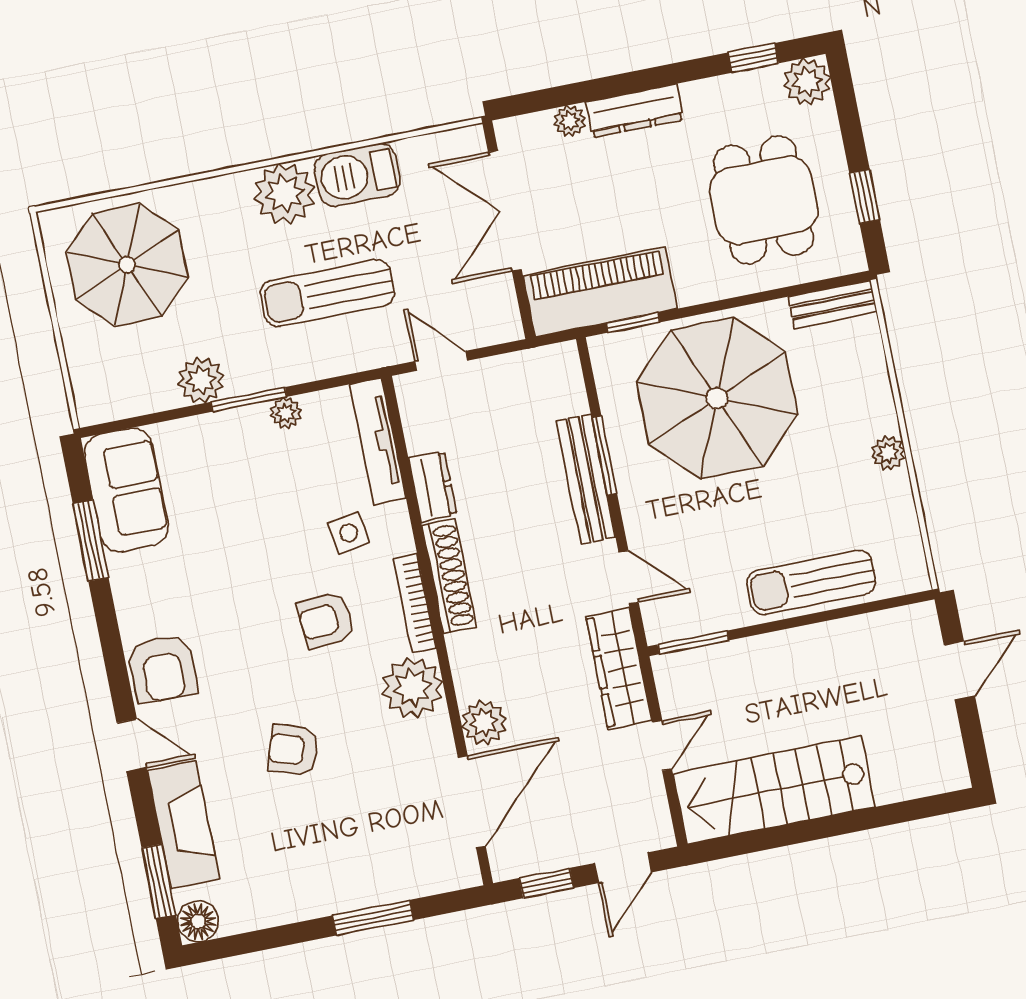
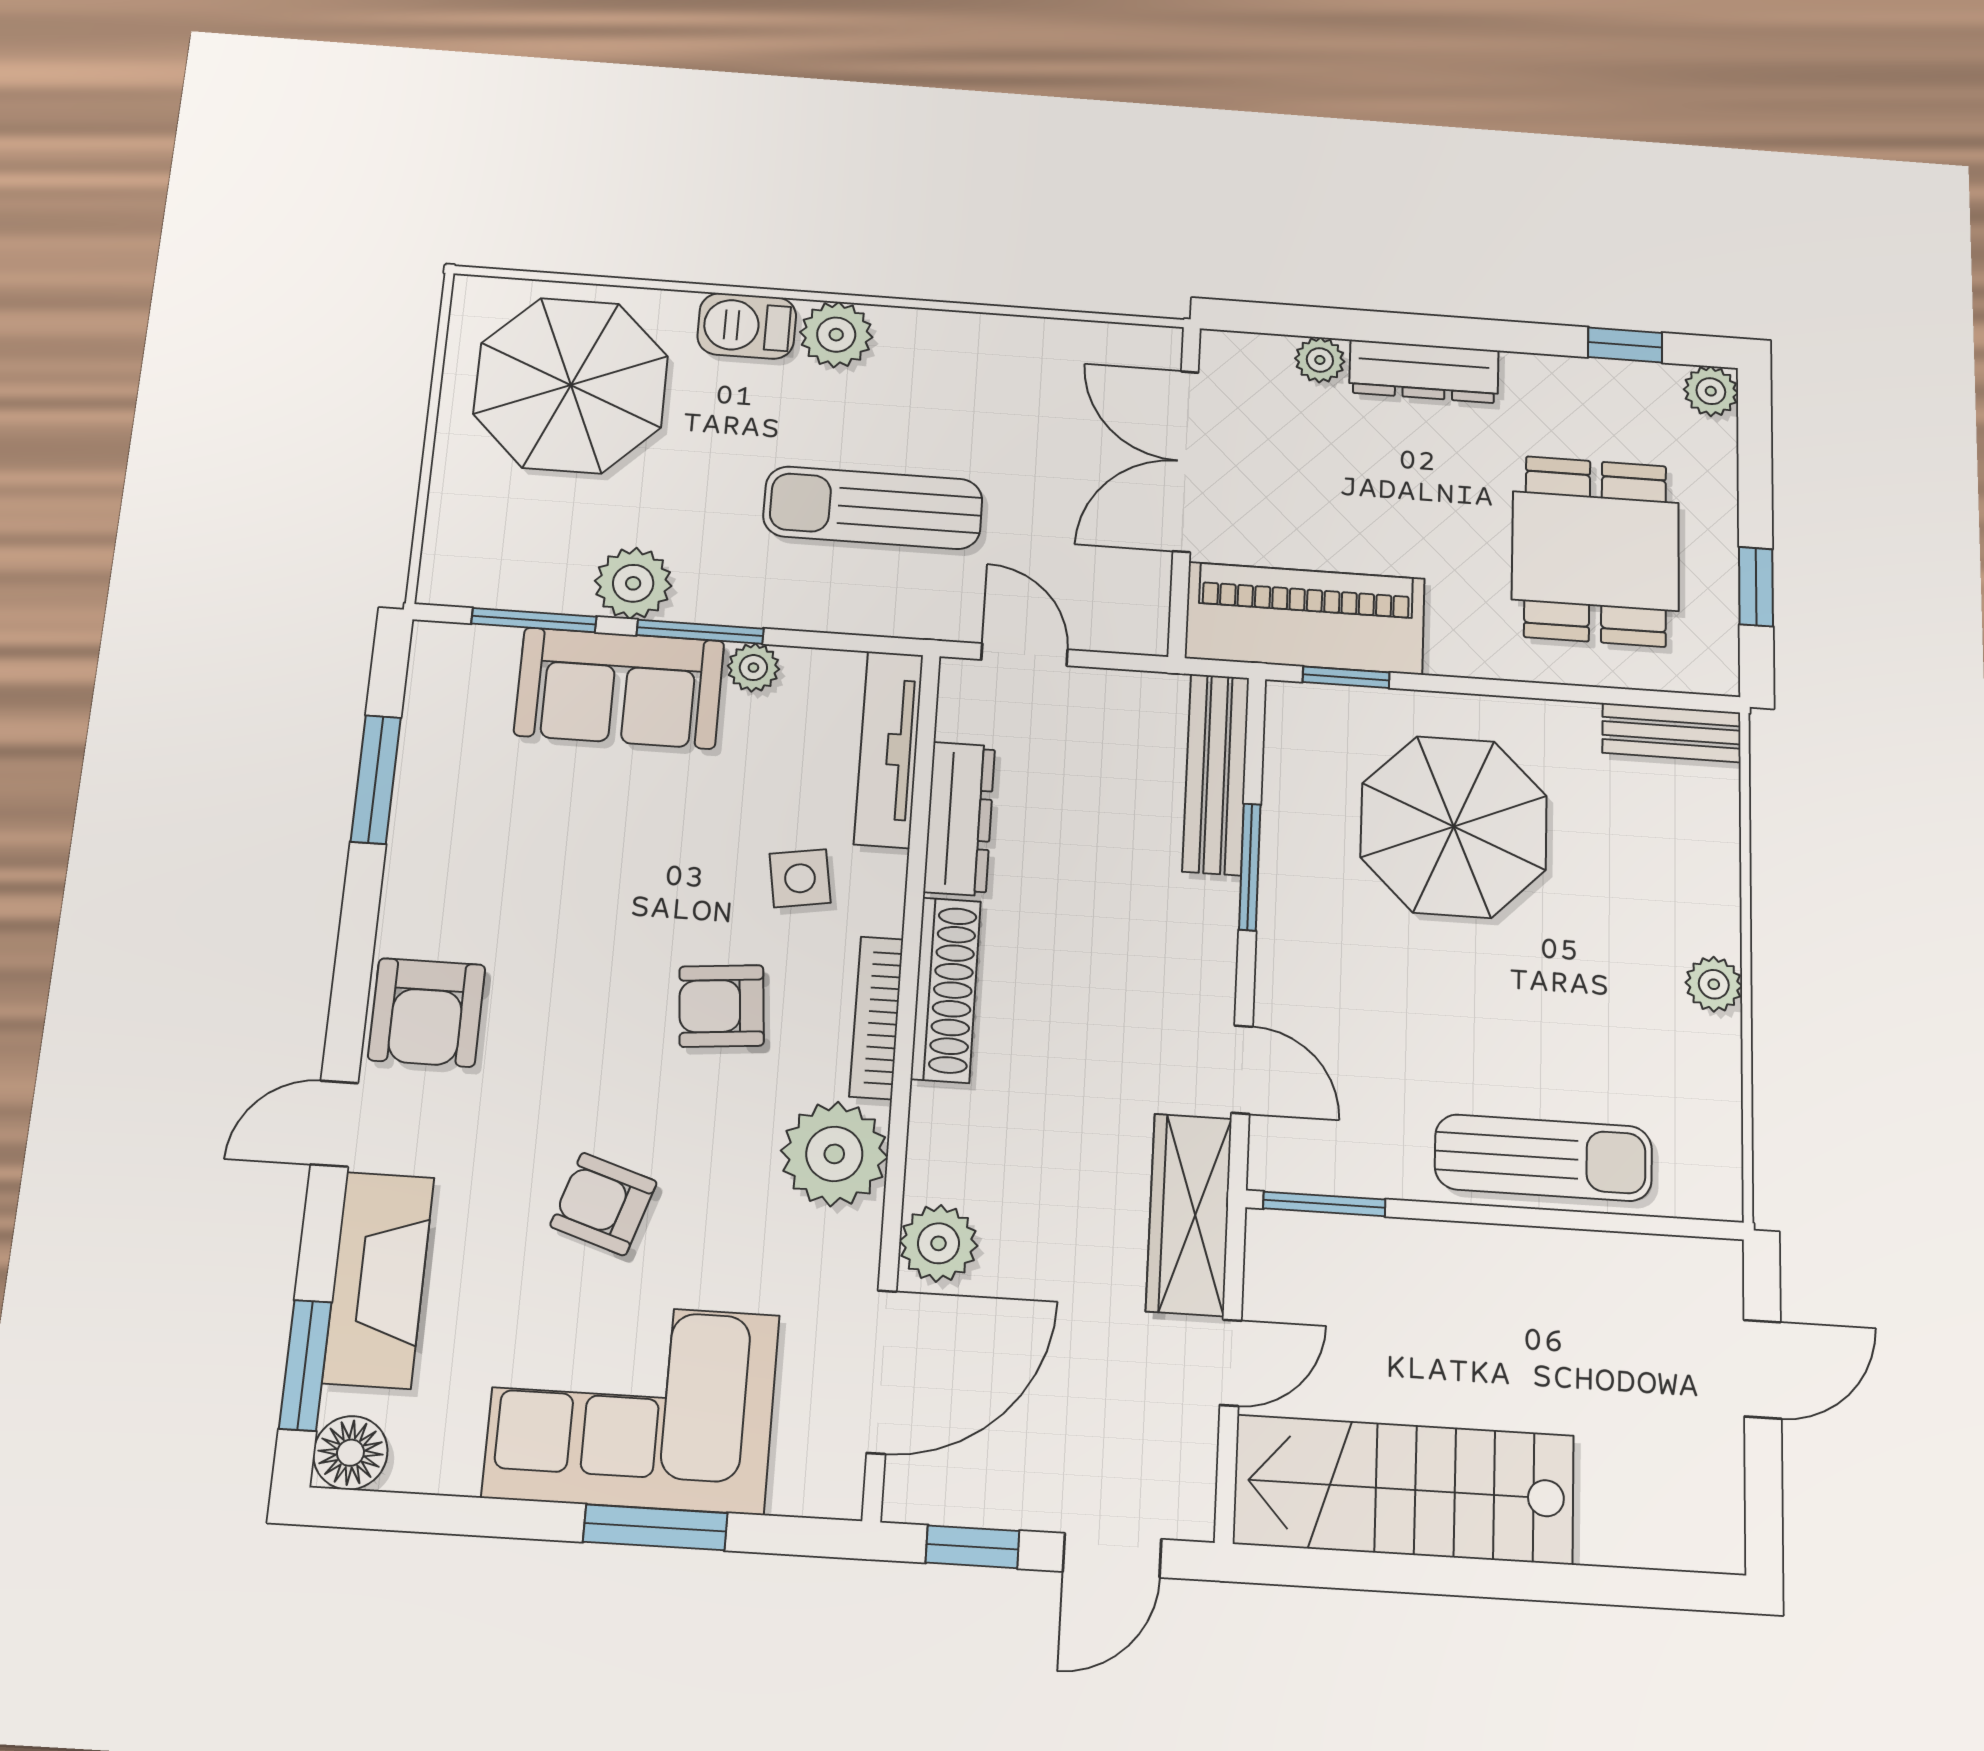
plant: (807, 82) -> (1711, 391), width x0.73, depth x0.73
barbecue: (357, 175) -> (747, 326), moved, width x0.73, depth x0.79
plant: (284, 193) -> (836, 335), width x0.73, depth x0.73
parasol: (717, 398) -> (1454, 827), width x0.73, depth x0.73
window: (151, 419) -> (534, 620), added
bench: (586, 479) -> (1216, 774), moved
dresser: (433, 486) -> (959, 819), width x1.44
sofa: (126, 490) -> (619, 688), moved, turned 90
sun lounger: (811, 582) -> (1543, 1158), turned 180
door: (132, 745) -> (334, 1124), swing flipped
corner sofa: (341, 856) -> (632, 1406), added

